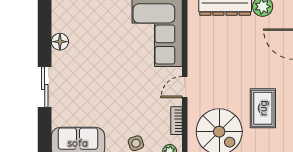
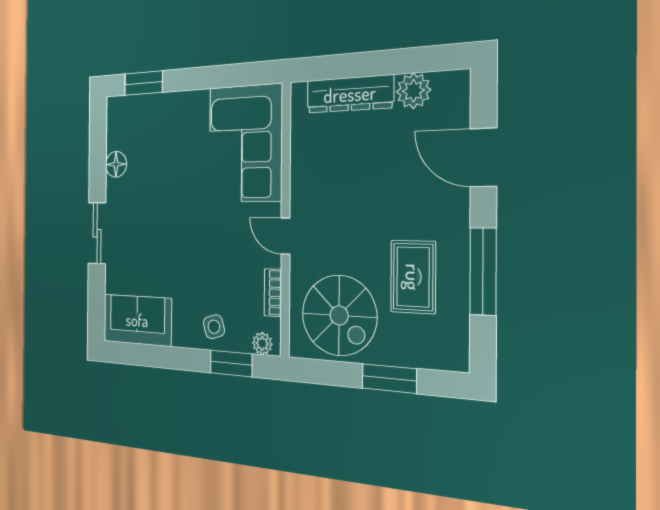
door: (185, 87) -> (285, 236), hinge flipped

